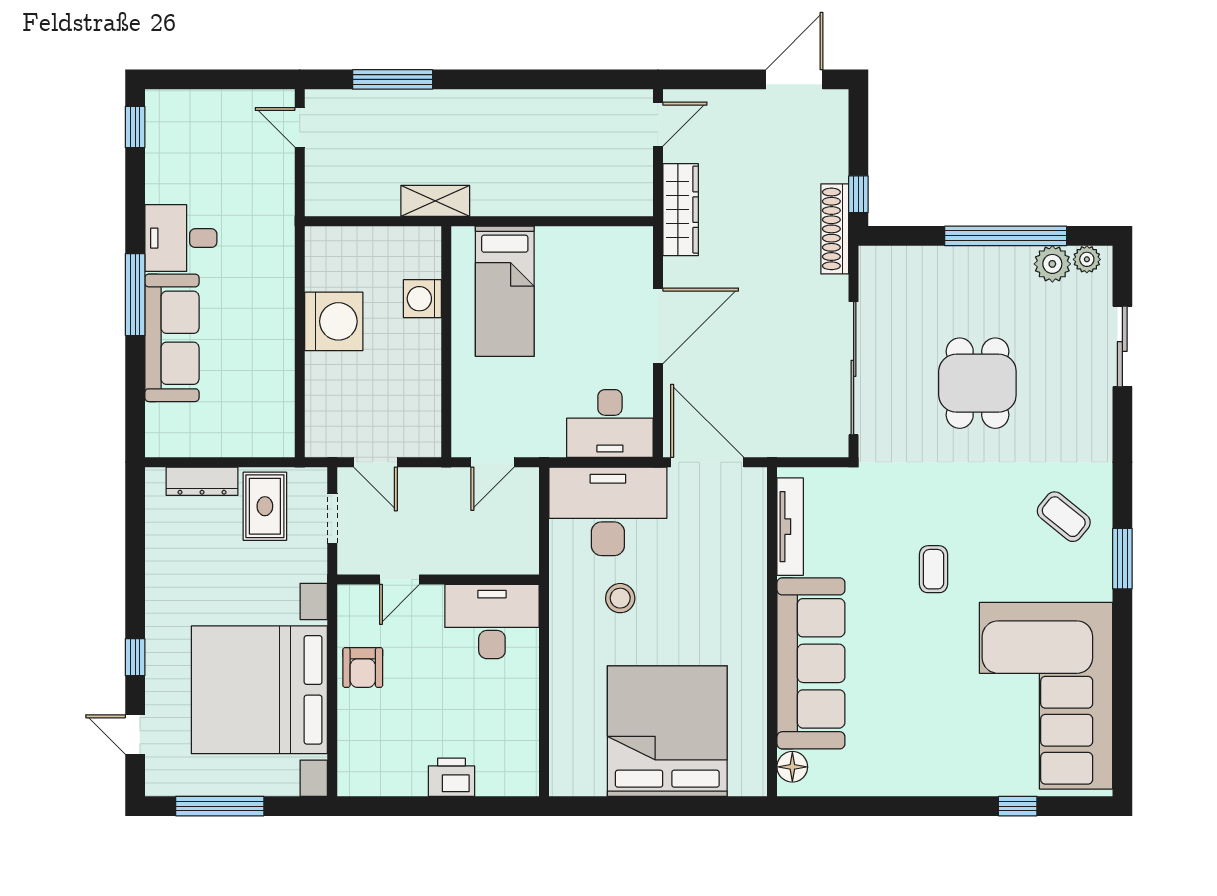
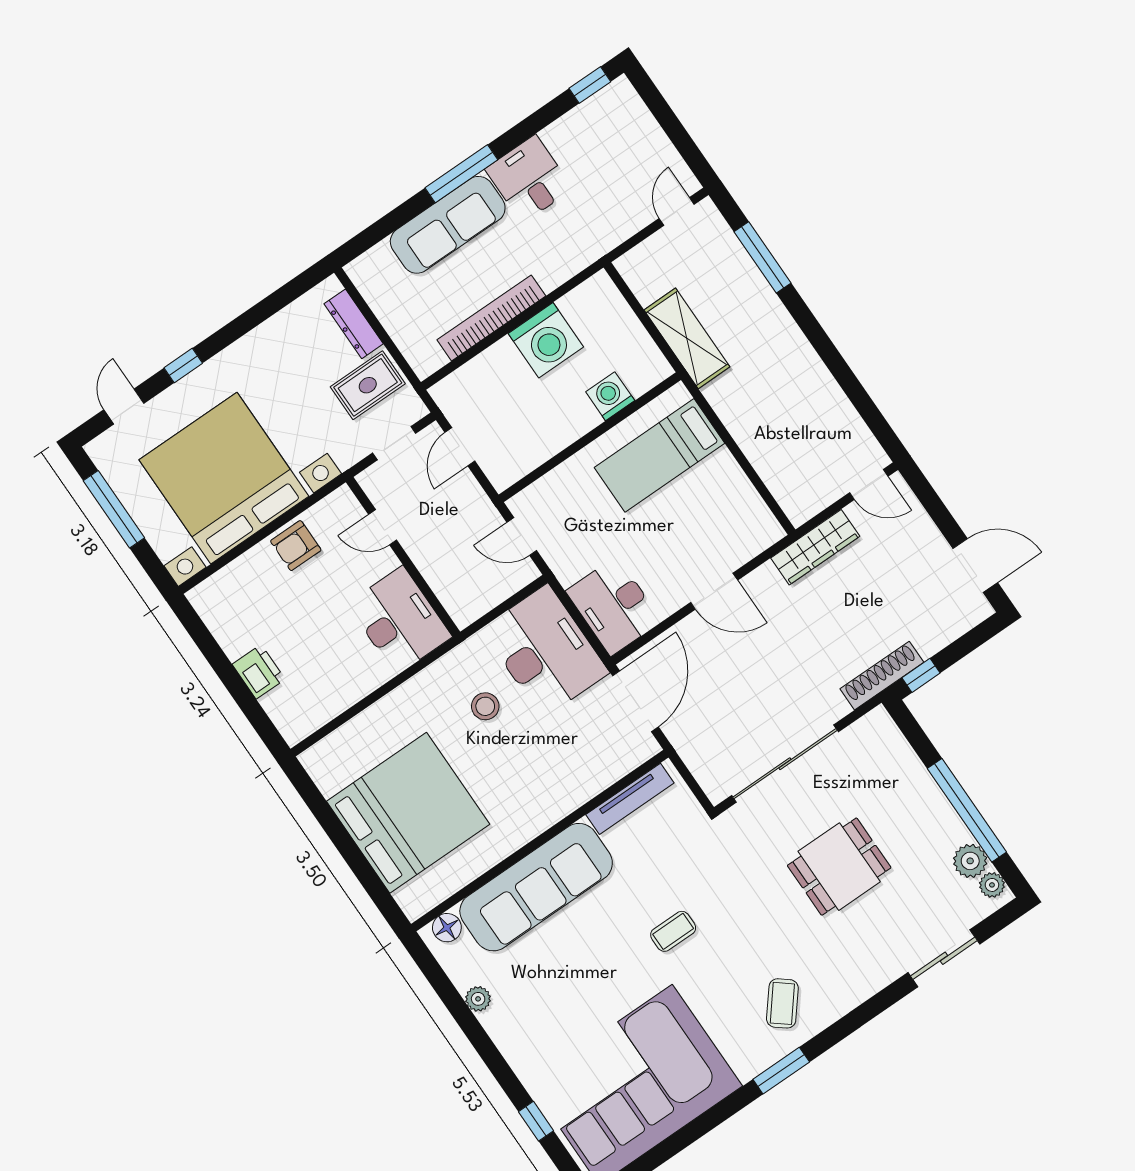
shelving: (435, 201) -> (687, 338), width x1.50, depth x1.33
door: (658, 326) -> (714, 591), width x0.73
bookcase: (281, 356) -> (491, 318), added
plant: (874, 783) -> (478, 999), added

